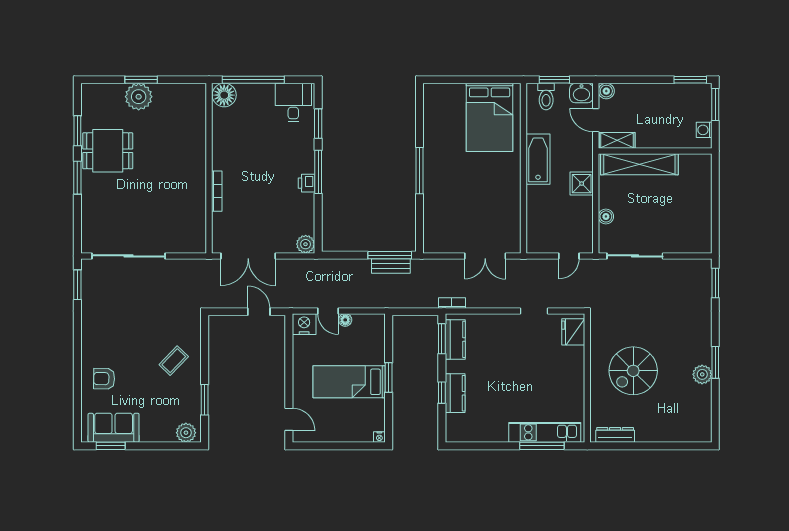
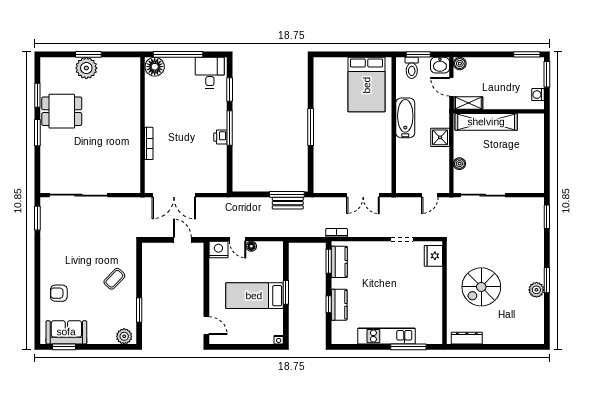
plant: (306, 244) -> (220, 186), removed
kitchen unit: (545, 432) -> (387, 336), moved

